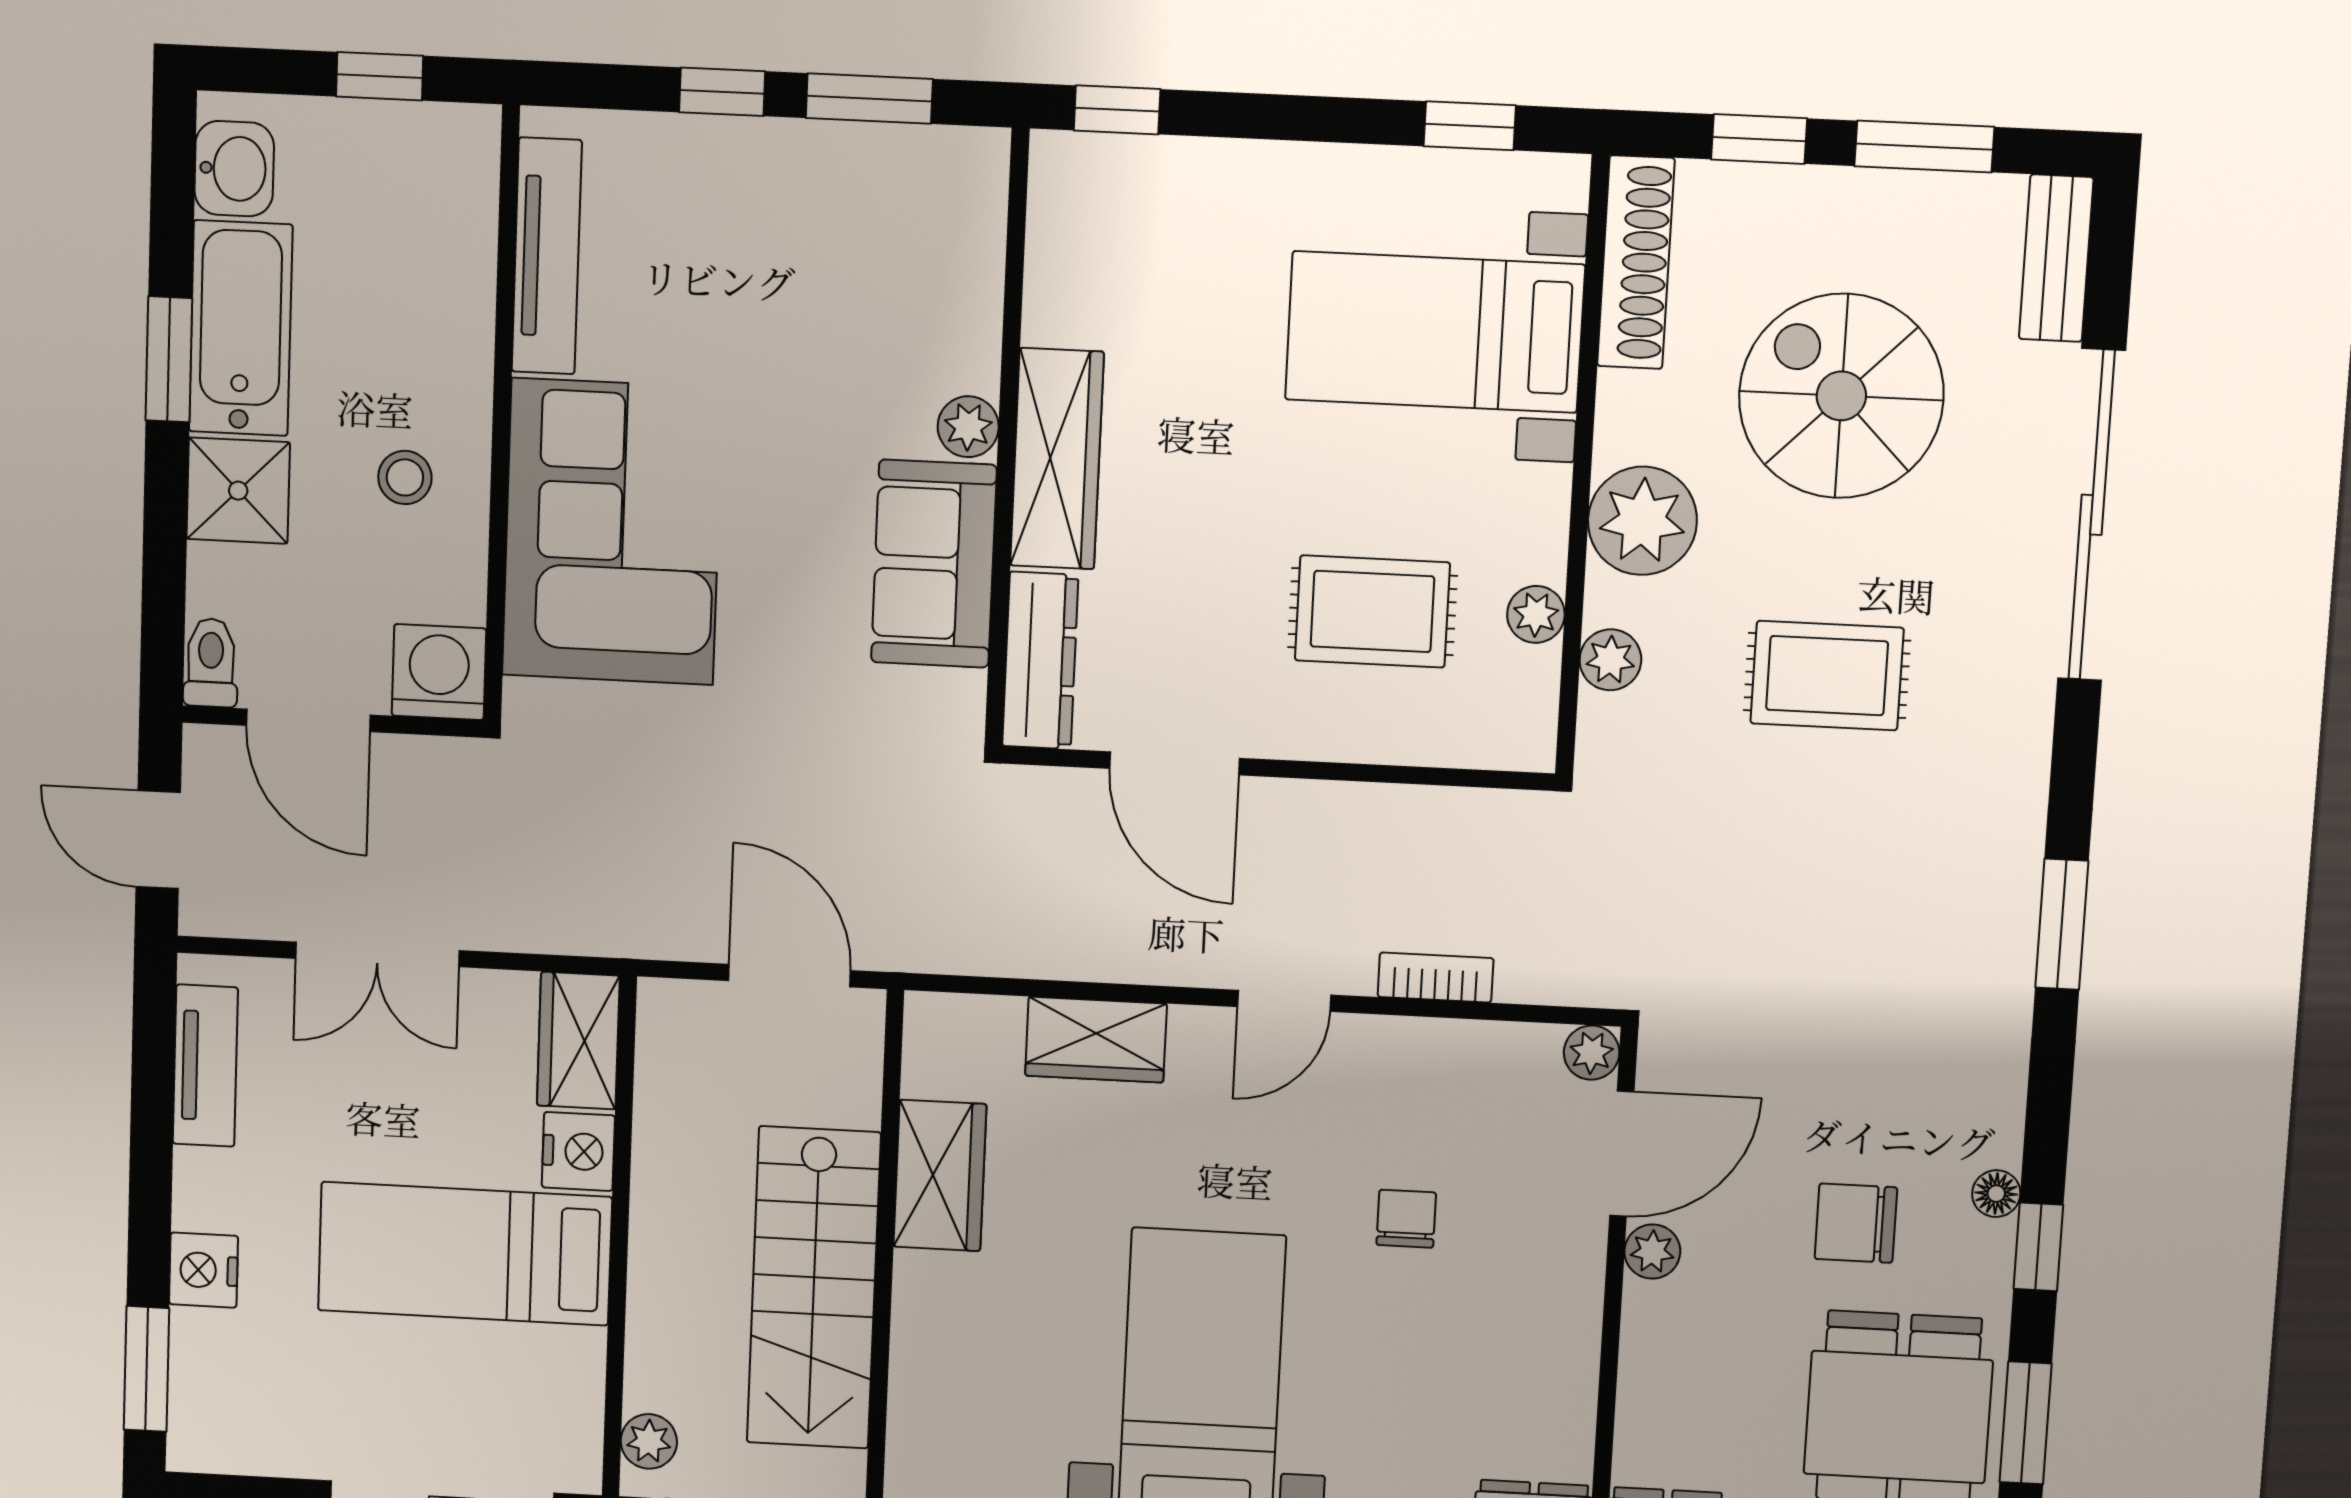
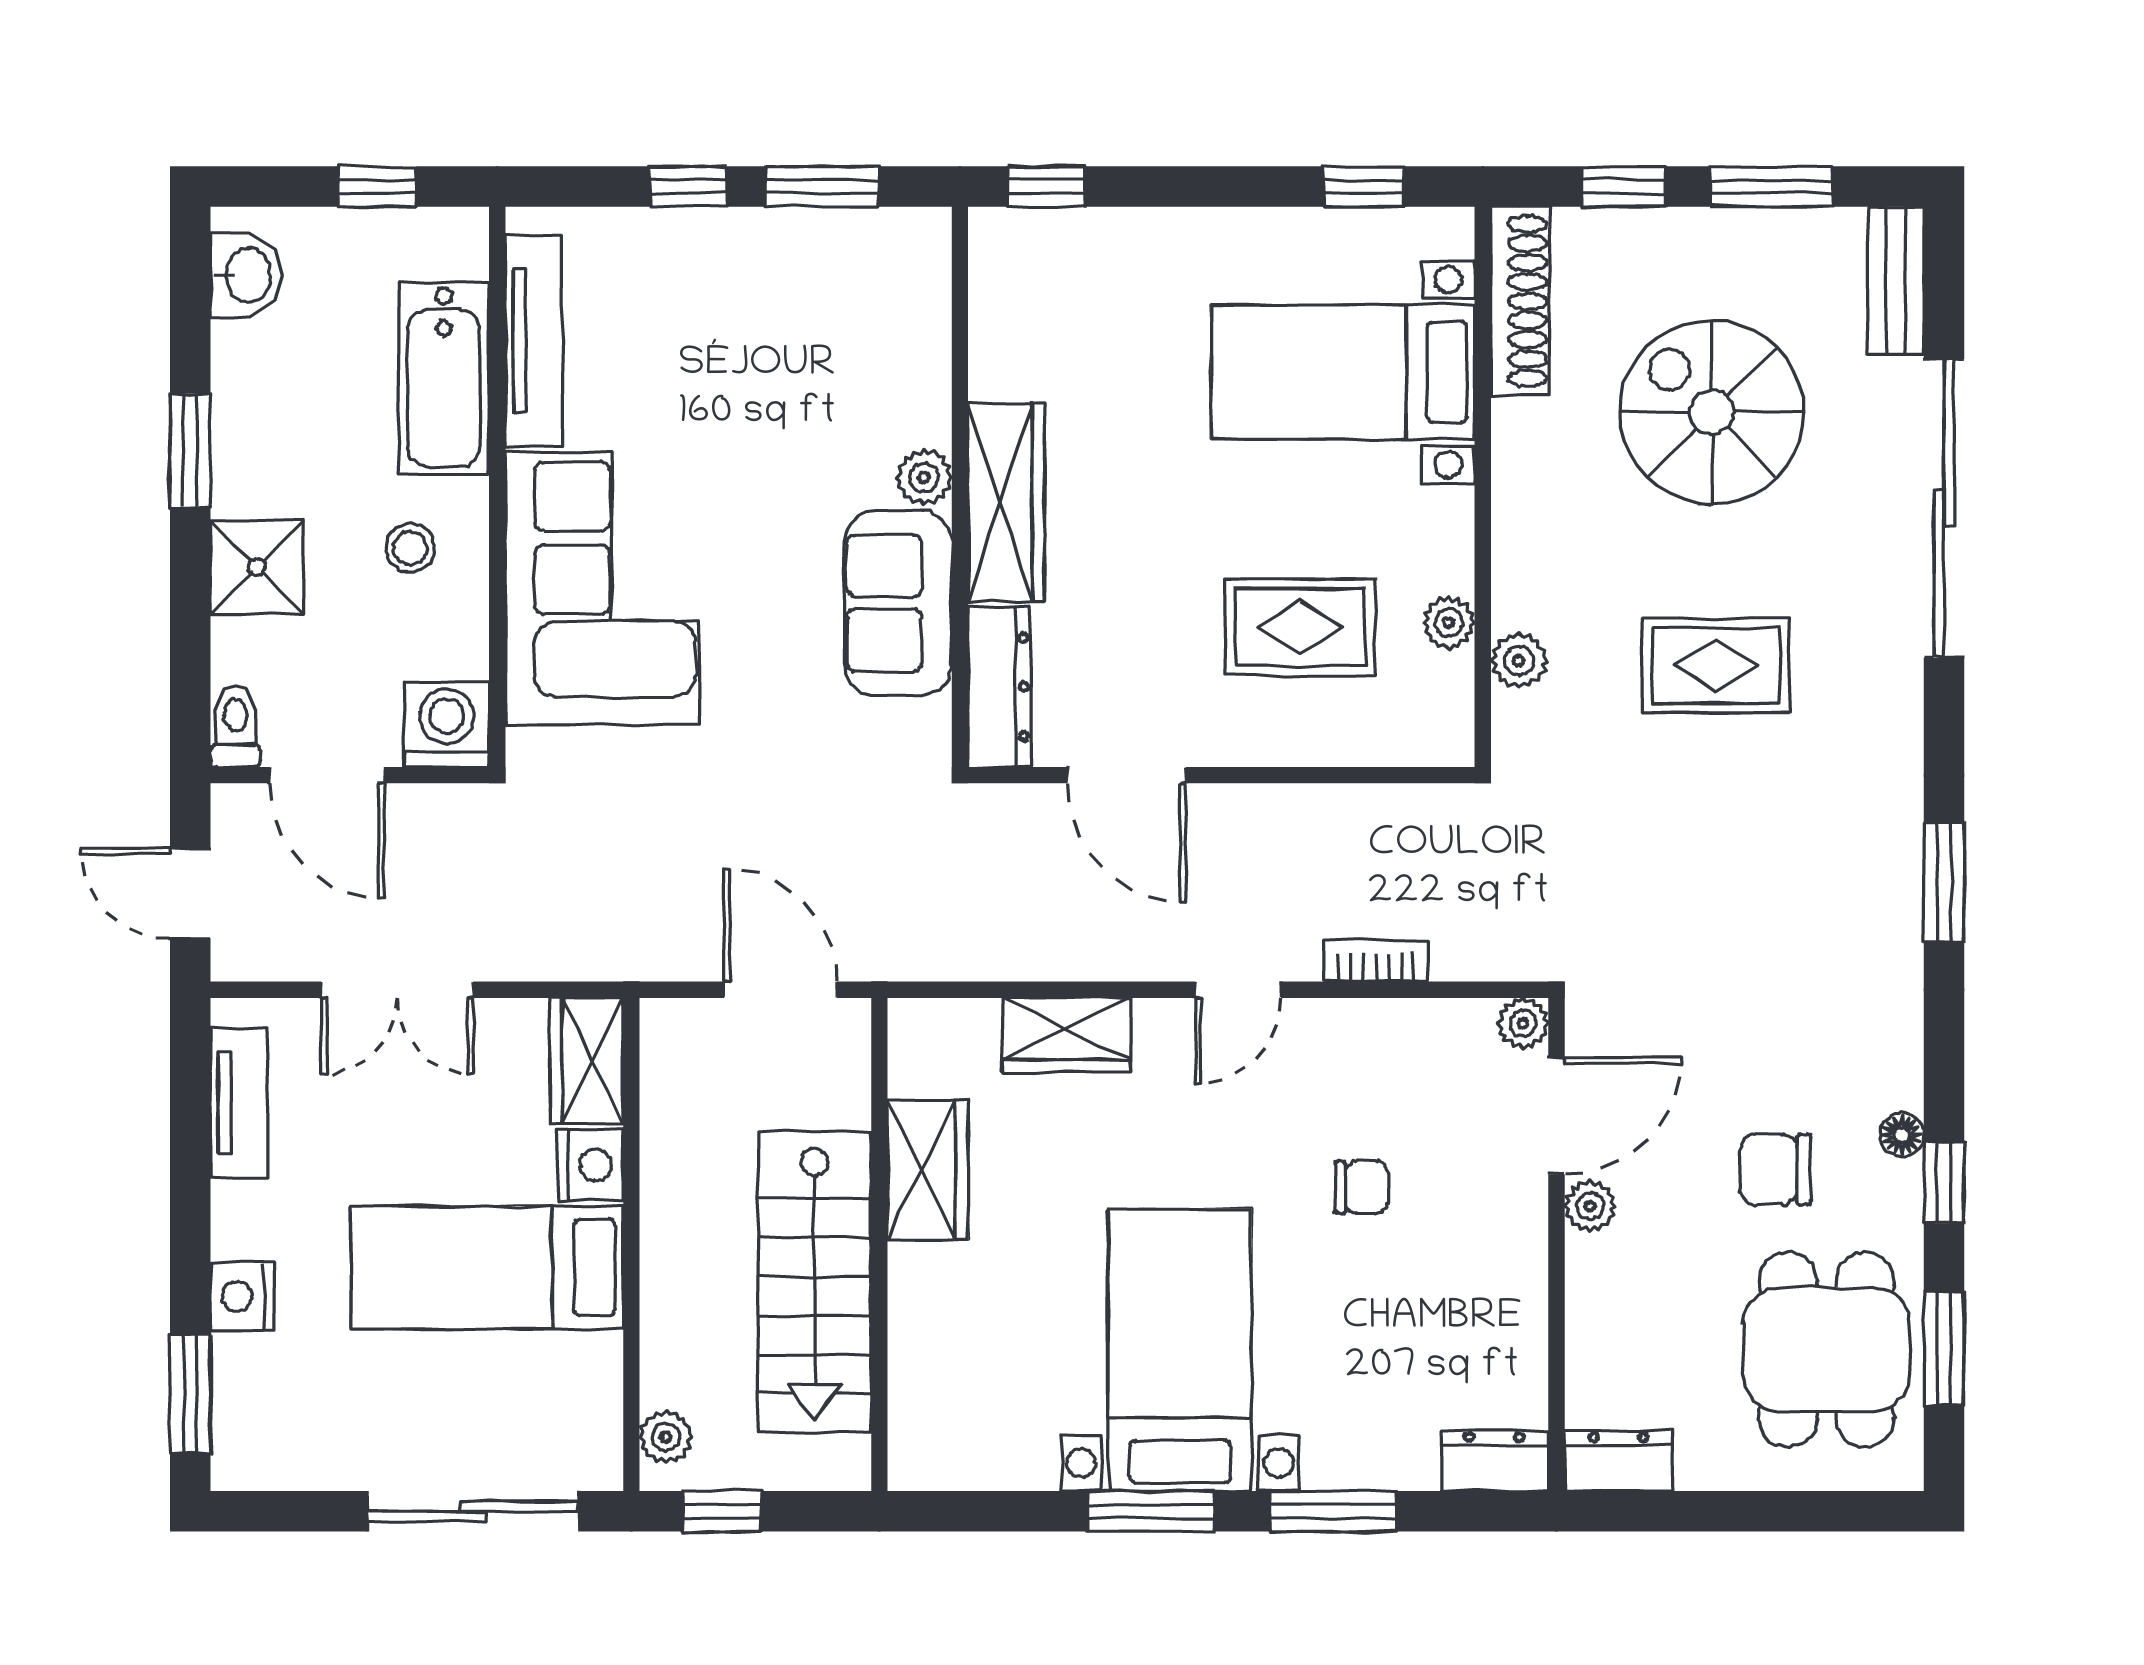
bathtub: (241, 328) -> (444, 378), moved, turned 180
plant: (1642, 521) -> (1540, 533), removed
chair: (1406, 1219) -> (1362, 1187), turned 90

